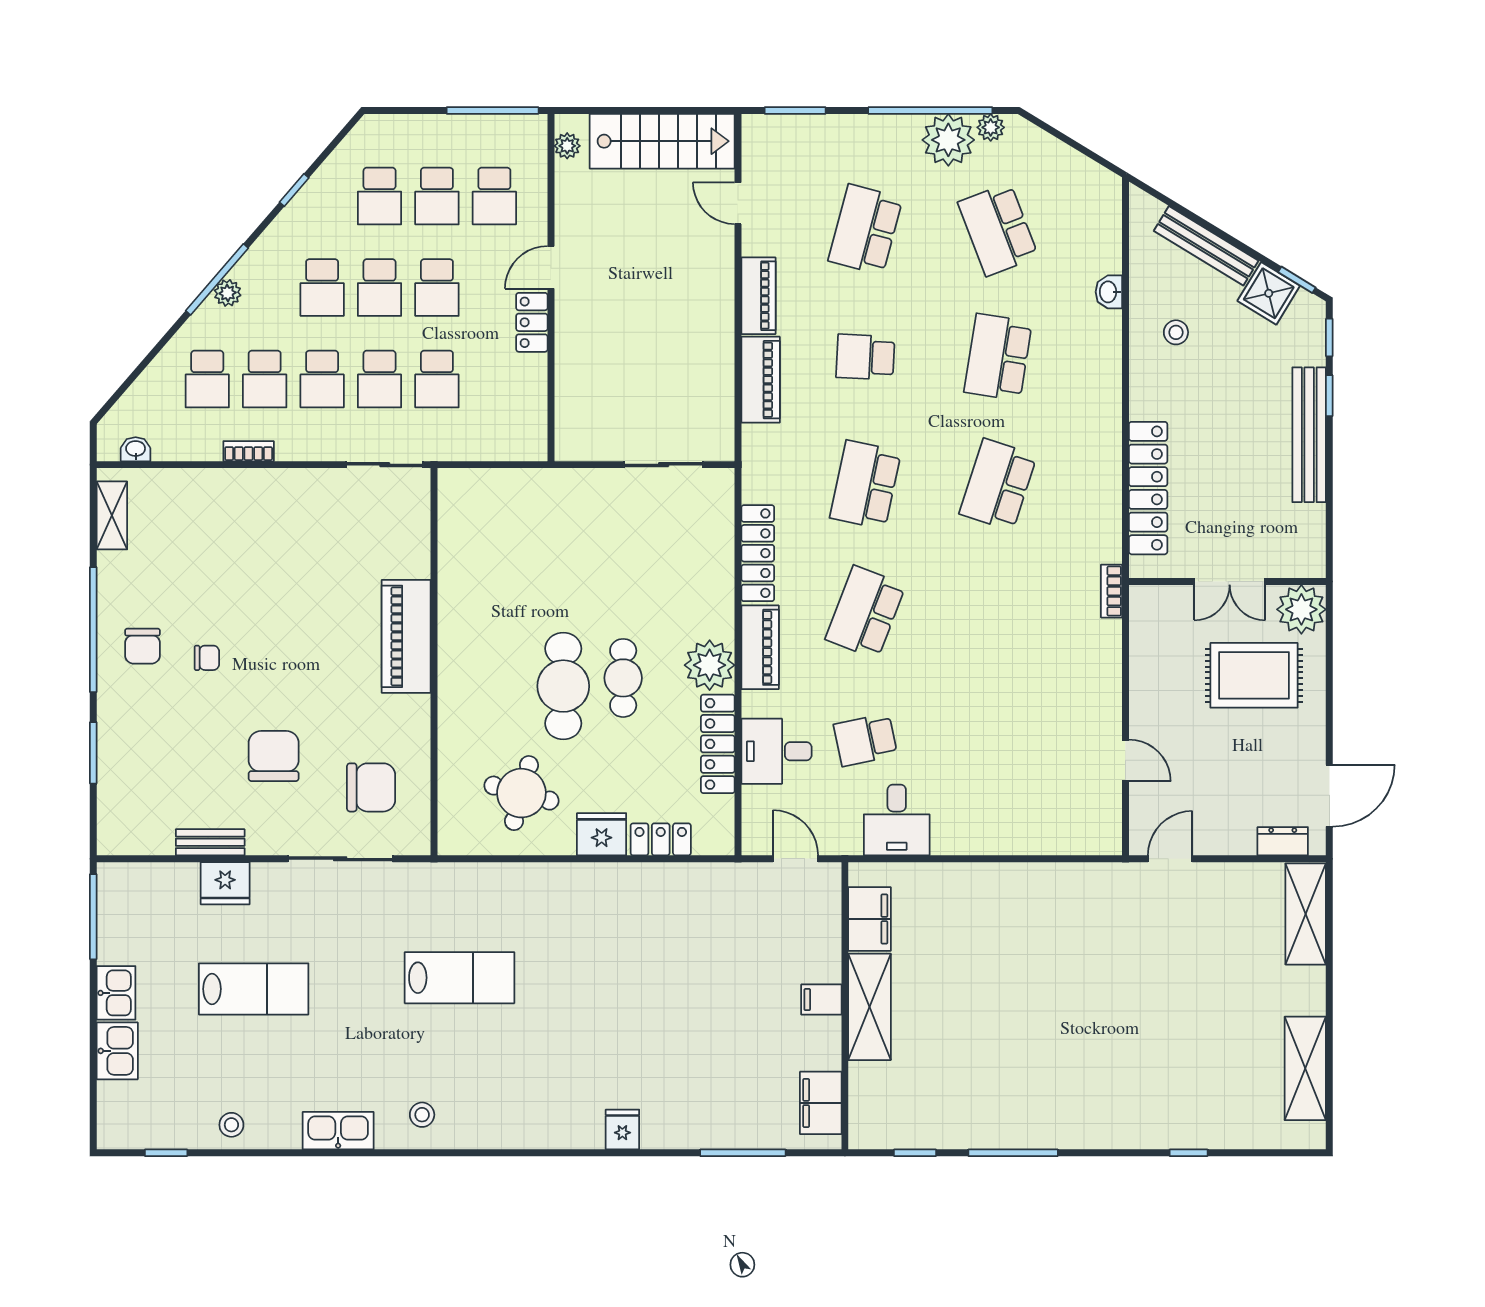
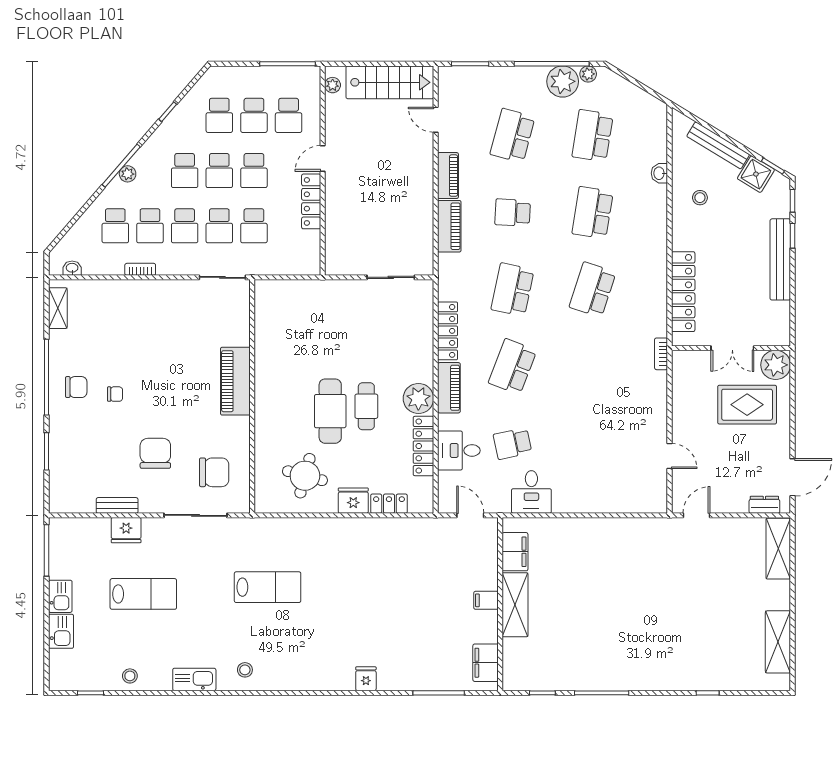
school desk: (998, 229) -> (593, 136), turned 30
locker: (532, 322) -> (311, 201), width x1.53
chair: (142, 646) -> (76, 387), turned -90

